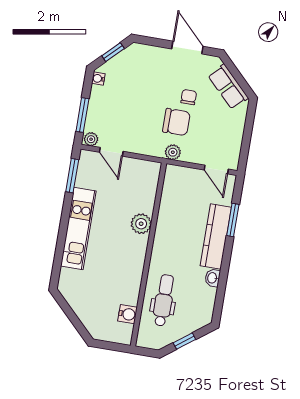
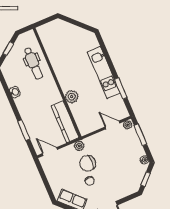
window: (72, 176) -> (121, 88), moved
kitchen counter: (216, 237) -> (65, 122), moved, turned 180
water cooler: (128, 314) -> (48, 43), removed

